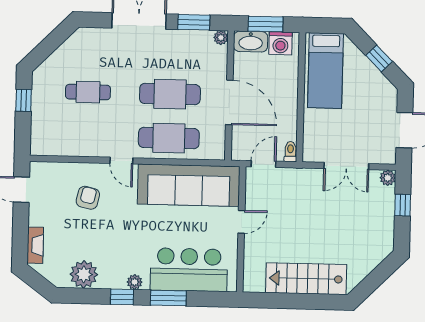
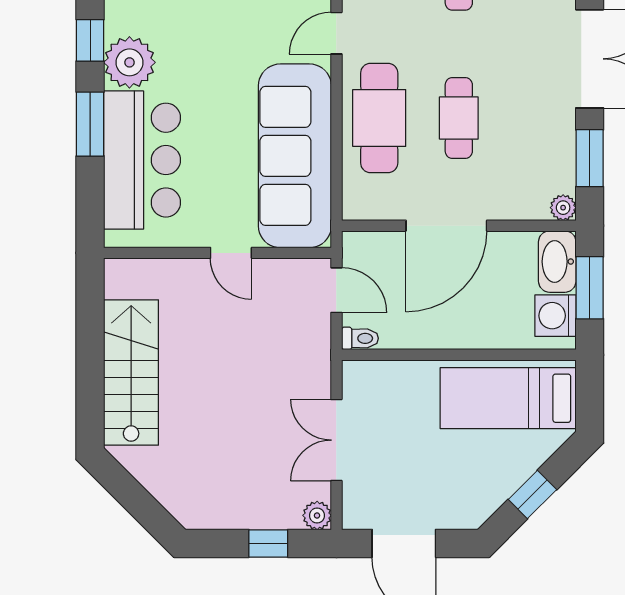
cafe table: (170, 94) -> (459, 118), width x0.73, depth x0.74
plant: (135, 282) -> (129, 62), width x1.88, depth x1.88

